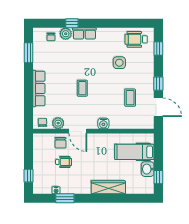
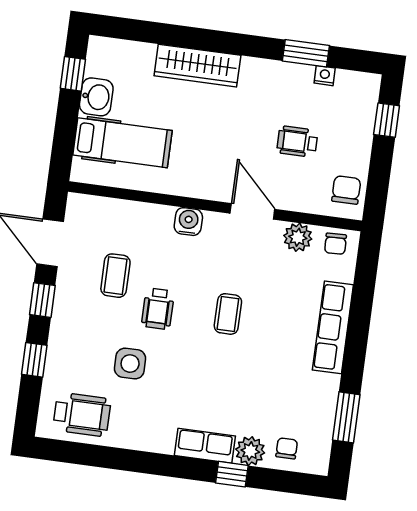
window: (158, 48) -> (34, 360), moved
wheelchair: (111, 86) -> (158, 309), added
chair: (60, 143) -> (346, 190), moved

